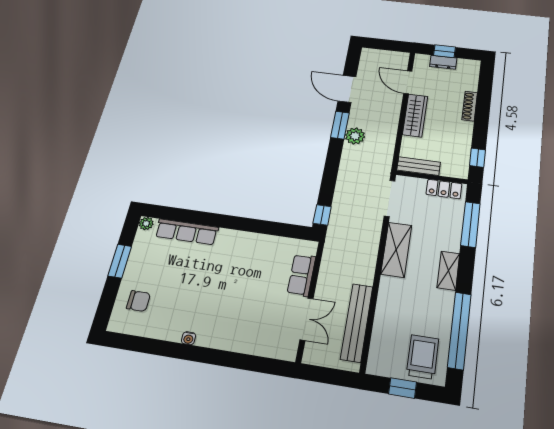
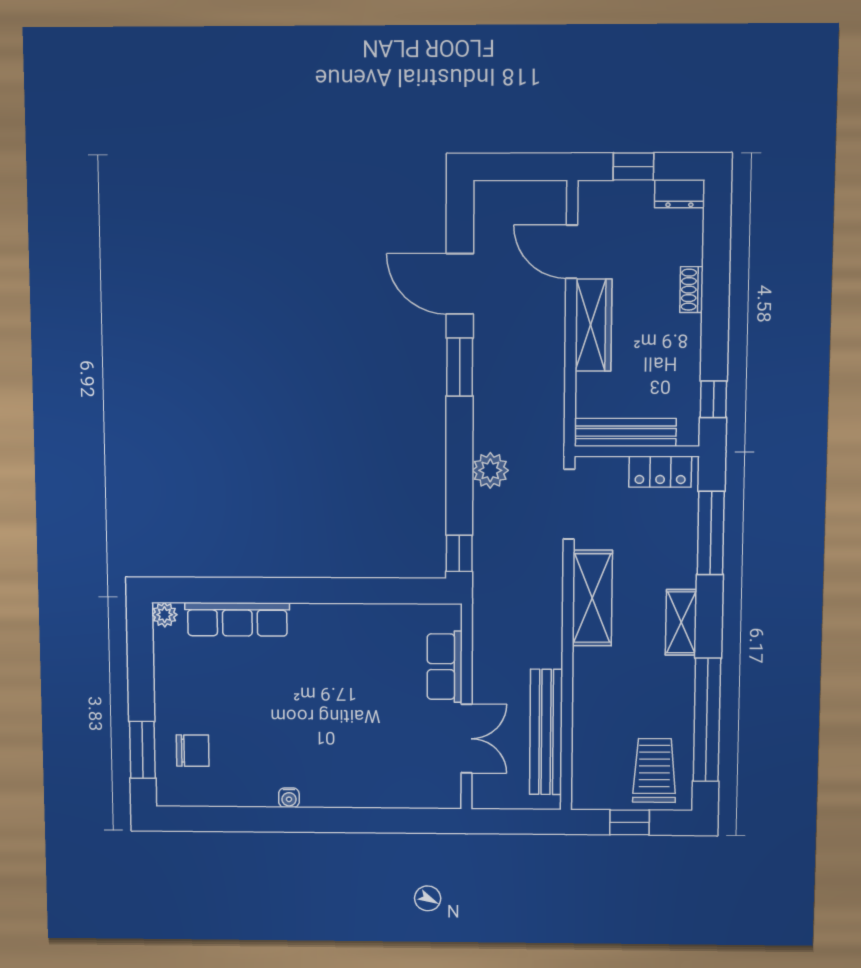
dresser: (443, 62) -> (680, 194), moved
shoe rack: (470, 106) -> (691, 290), width x0.70
plant: (355, 136) -> (490, 470), moved
bench: (419, 166) -> (625, 432), width x1.36
window: (120, 261) -> (142, 750), moved

